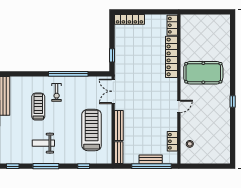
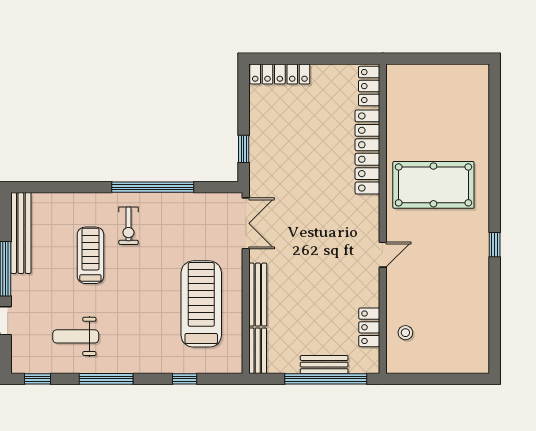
double door: (113, 91) -> (246, 223), swing flipped
weight bench: (43, 143) -> (76, 336), moved

